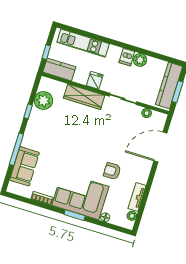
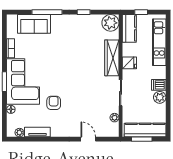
plant: (43, 100) -> (110, 23), moved
door: (160, 147) -> (88, 139), width x0.53

